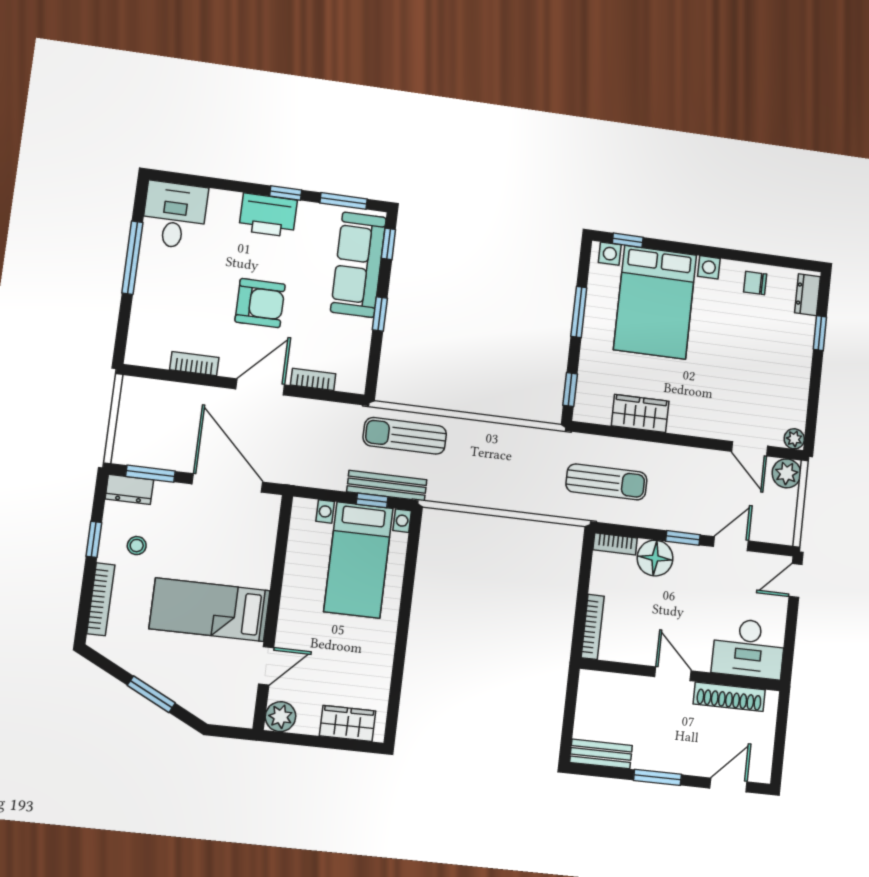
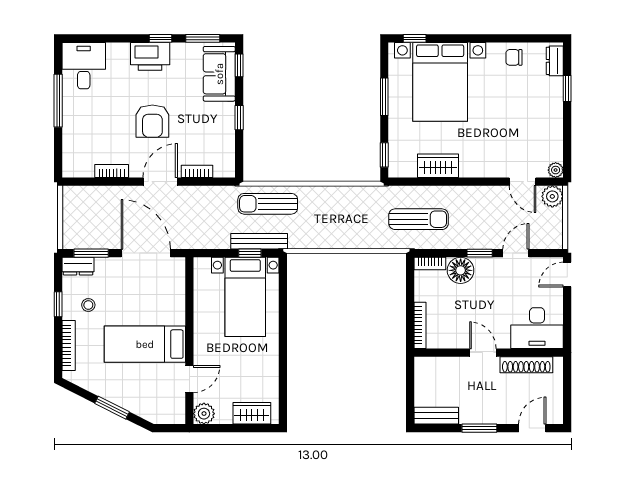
sofa: (358, 265) -> (219, 74), width x0.73
armchair: (260, 303) -> (152, 121), turned 90

